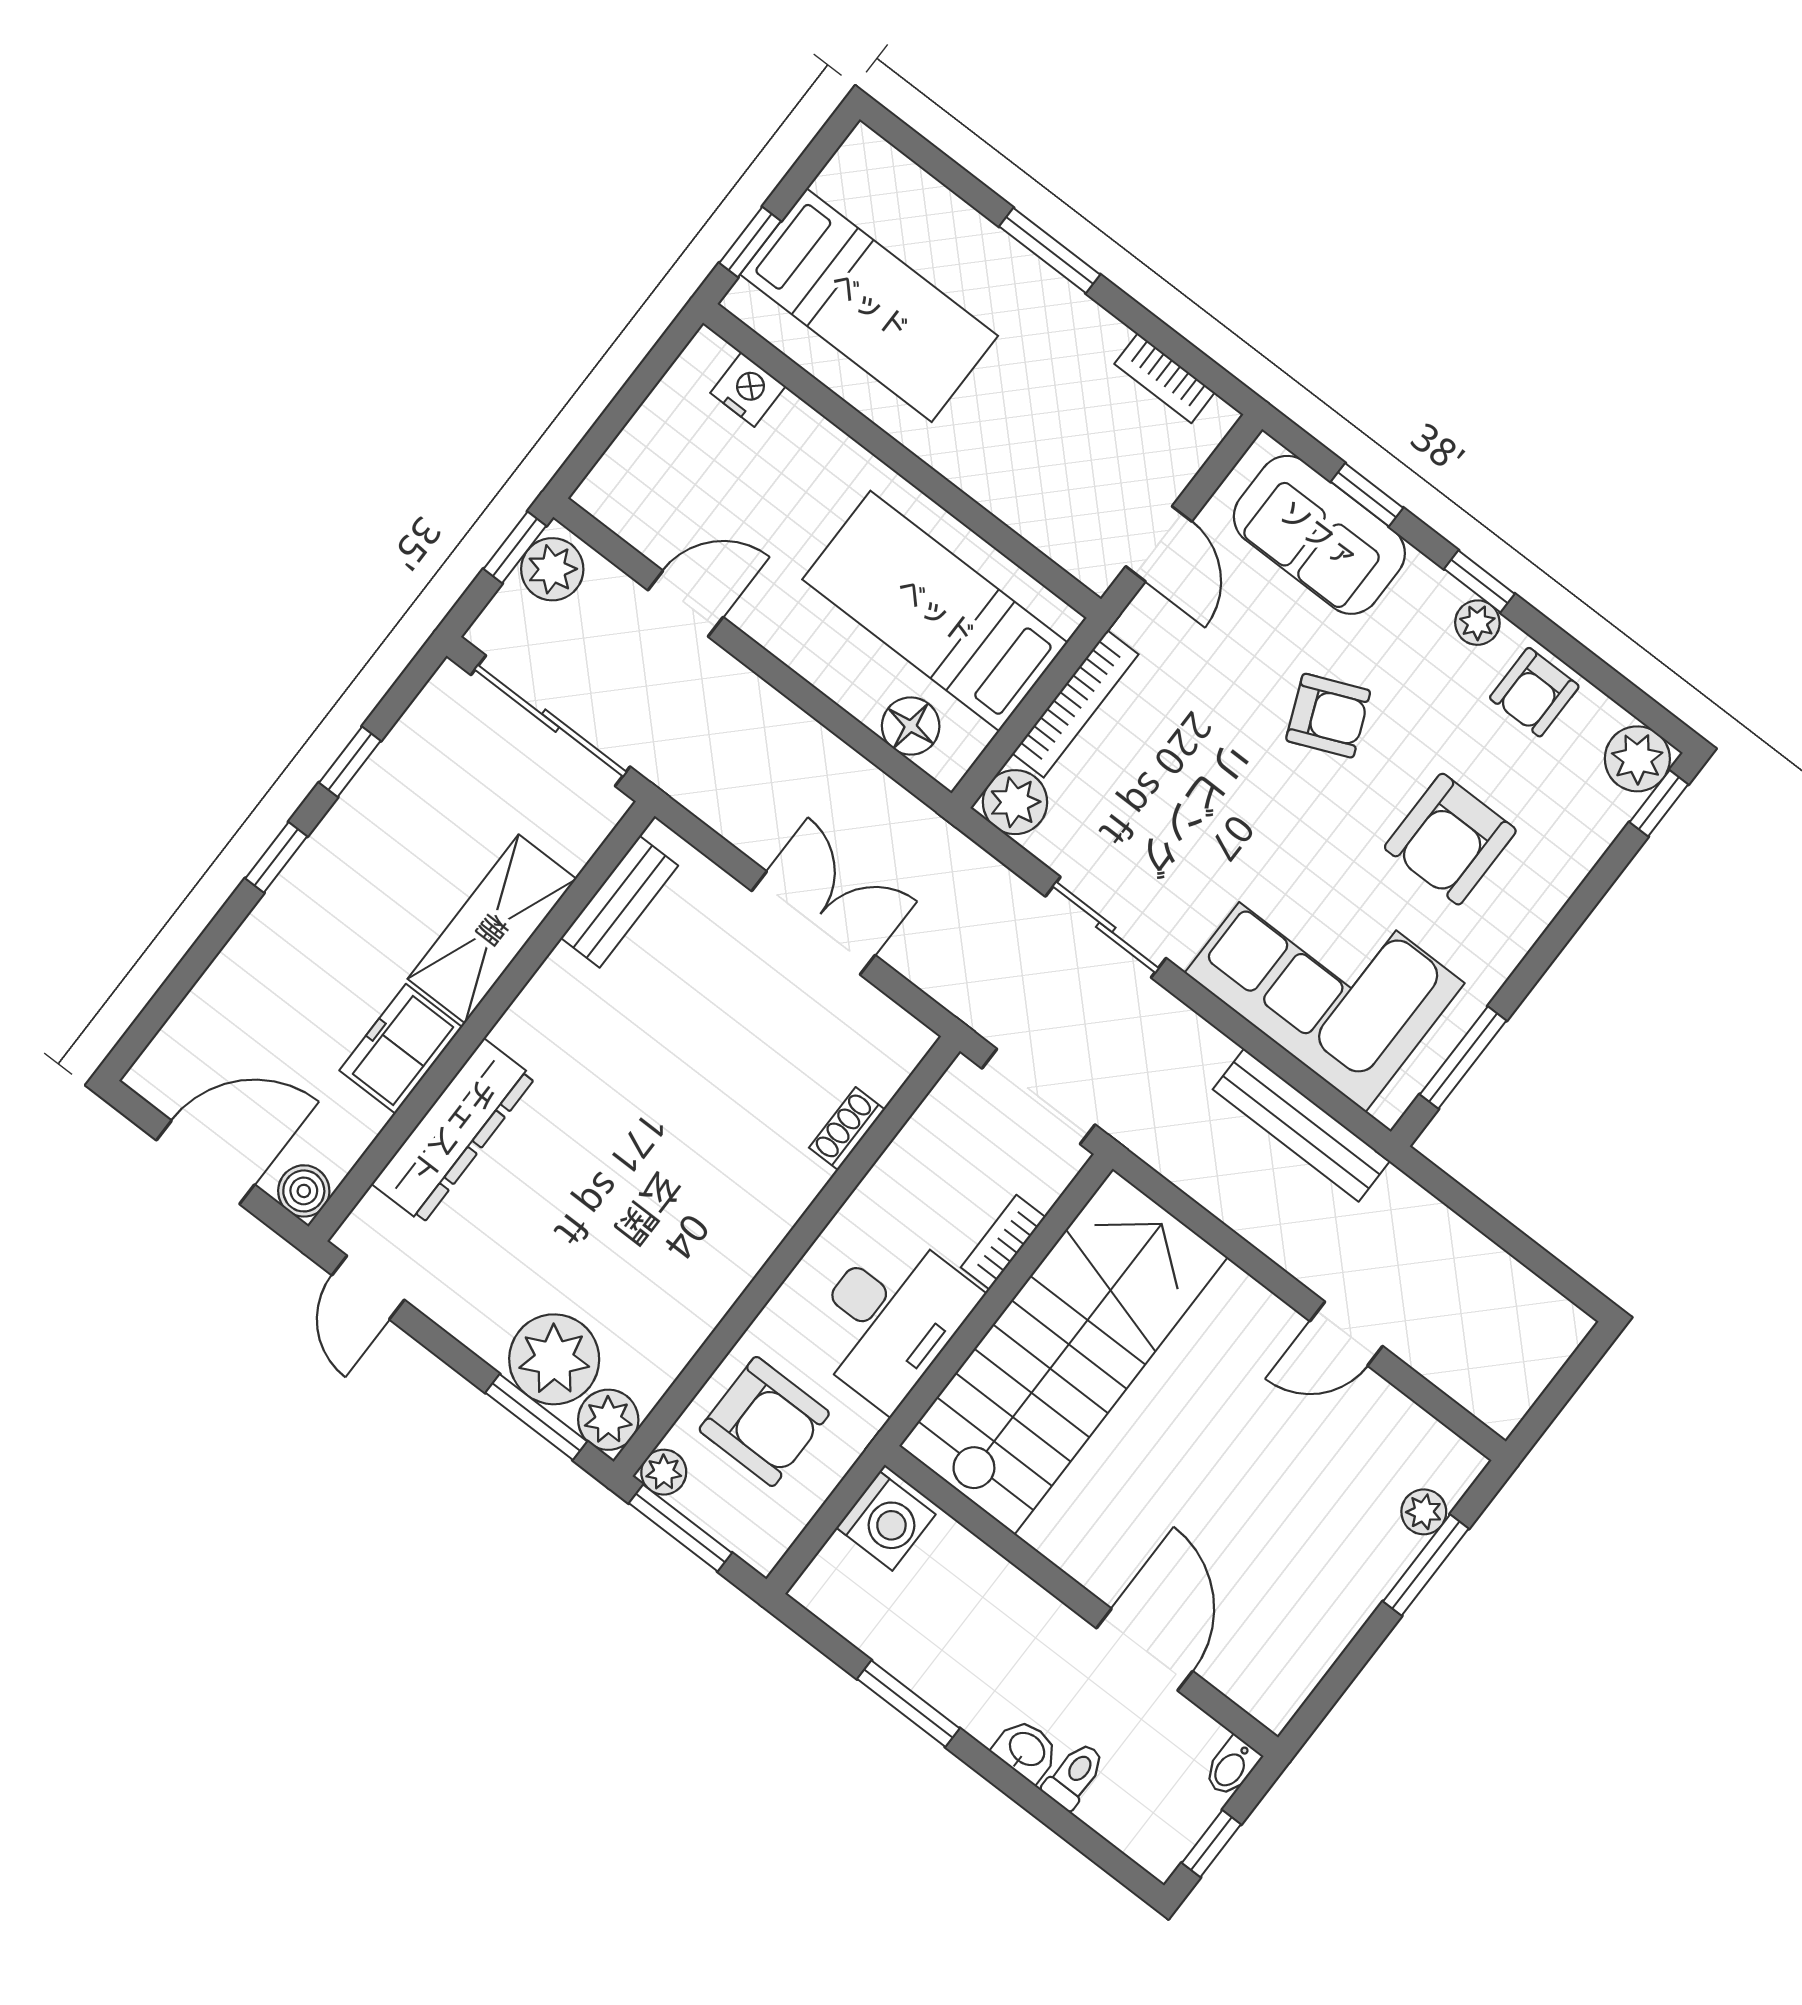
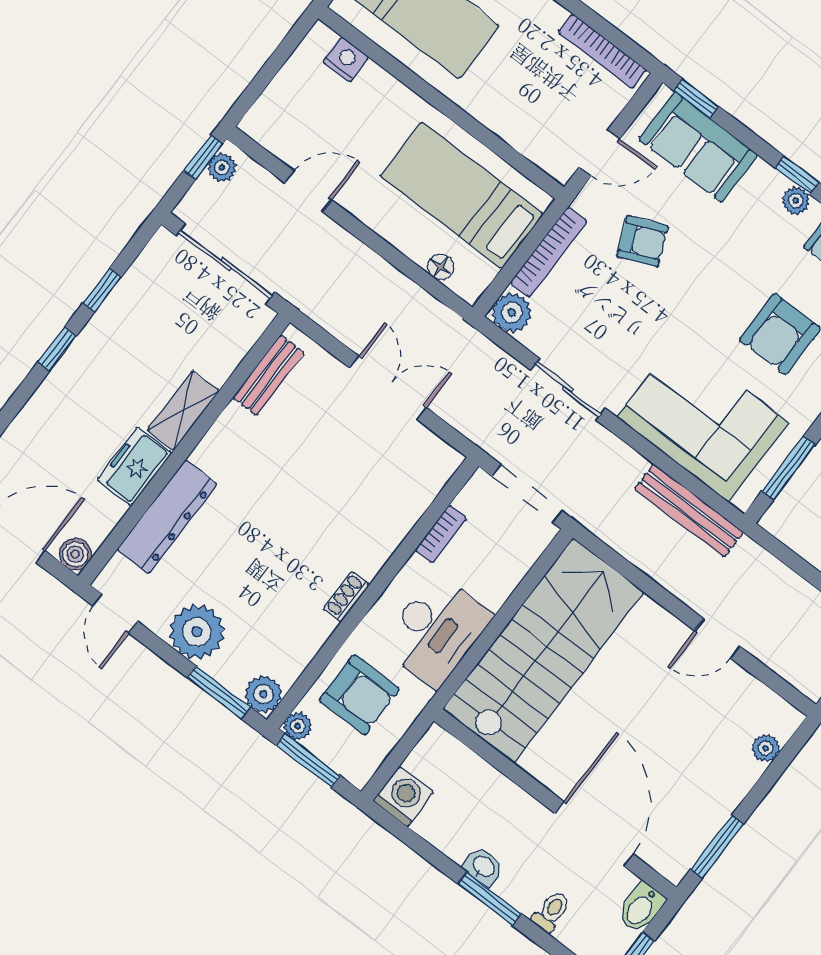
bookcase: (1165, 378) -> (602, 51), width x1.56
window: (1367, 495) -> (696, 98), moved
door: (1159, 544) -> (599, 153), hinge flipped
plant: (552, 569) -> (222, 167), width x0.73, depth x0.73
armchair: (1328, 716) -> (642, 241), moved
floor lamp: (911, 726) -> (441, 267), width x0.73, depth x0.73
shelving: (492, 929) -> (183, 411), width x0.67, depth x0.75
shoe rack: (847, 1129) -> (346, 597), moved
bookcase: (1003, 1242) -> (441, 534), moved, turned 180
plant: (554, 1359) -> (197, 632), moved
washing machine: (886, 1521) -> (403, 796), moved, turned -90
window: (1426, 1565) -> (717, 847), moved
door: (1144, 1650) -> (594, 834), width x1.36
window: (908, 1704) -> (490, 899), moved
washbasin: (1026, 1750) -> (483, 867), moved
bidet: (1232, 1767) -> (641, 908), width x1.38, depth x1.36

